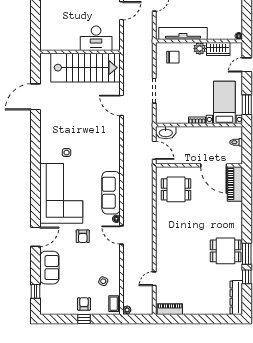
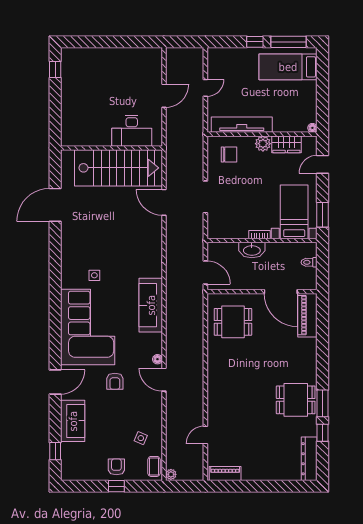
door: (121, 105) -> (164, 202), moved
washbasin: (166, 133) -> (252, 250), moved
sofa: (111, 193) -> (151, 305), moved

